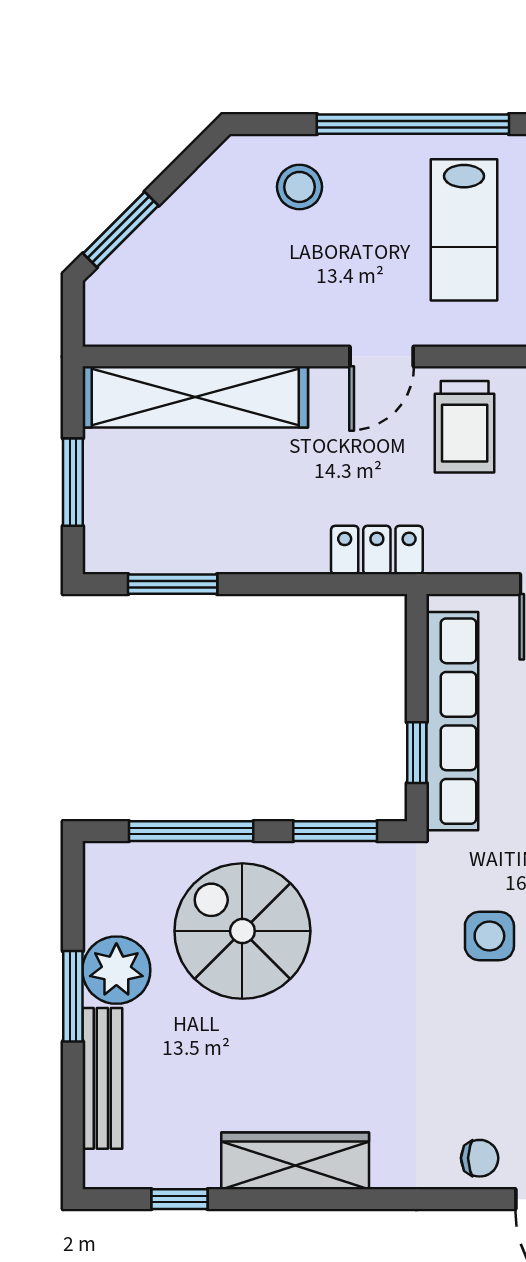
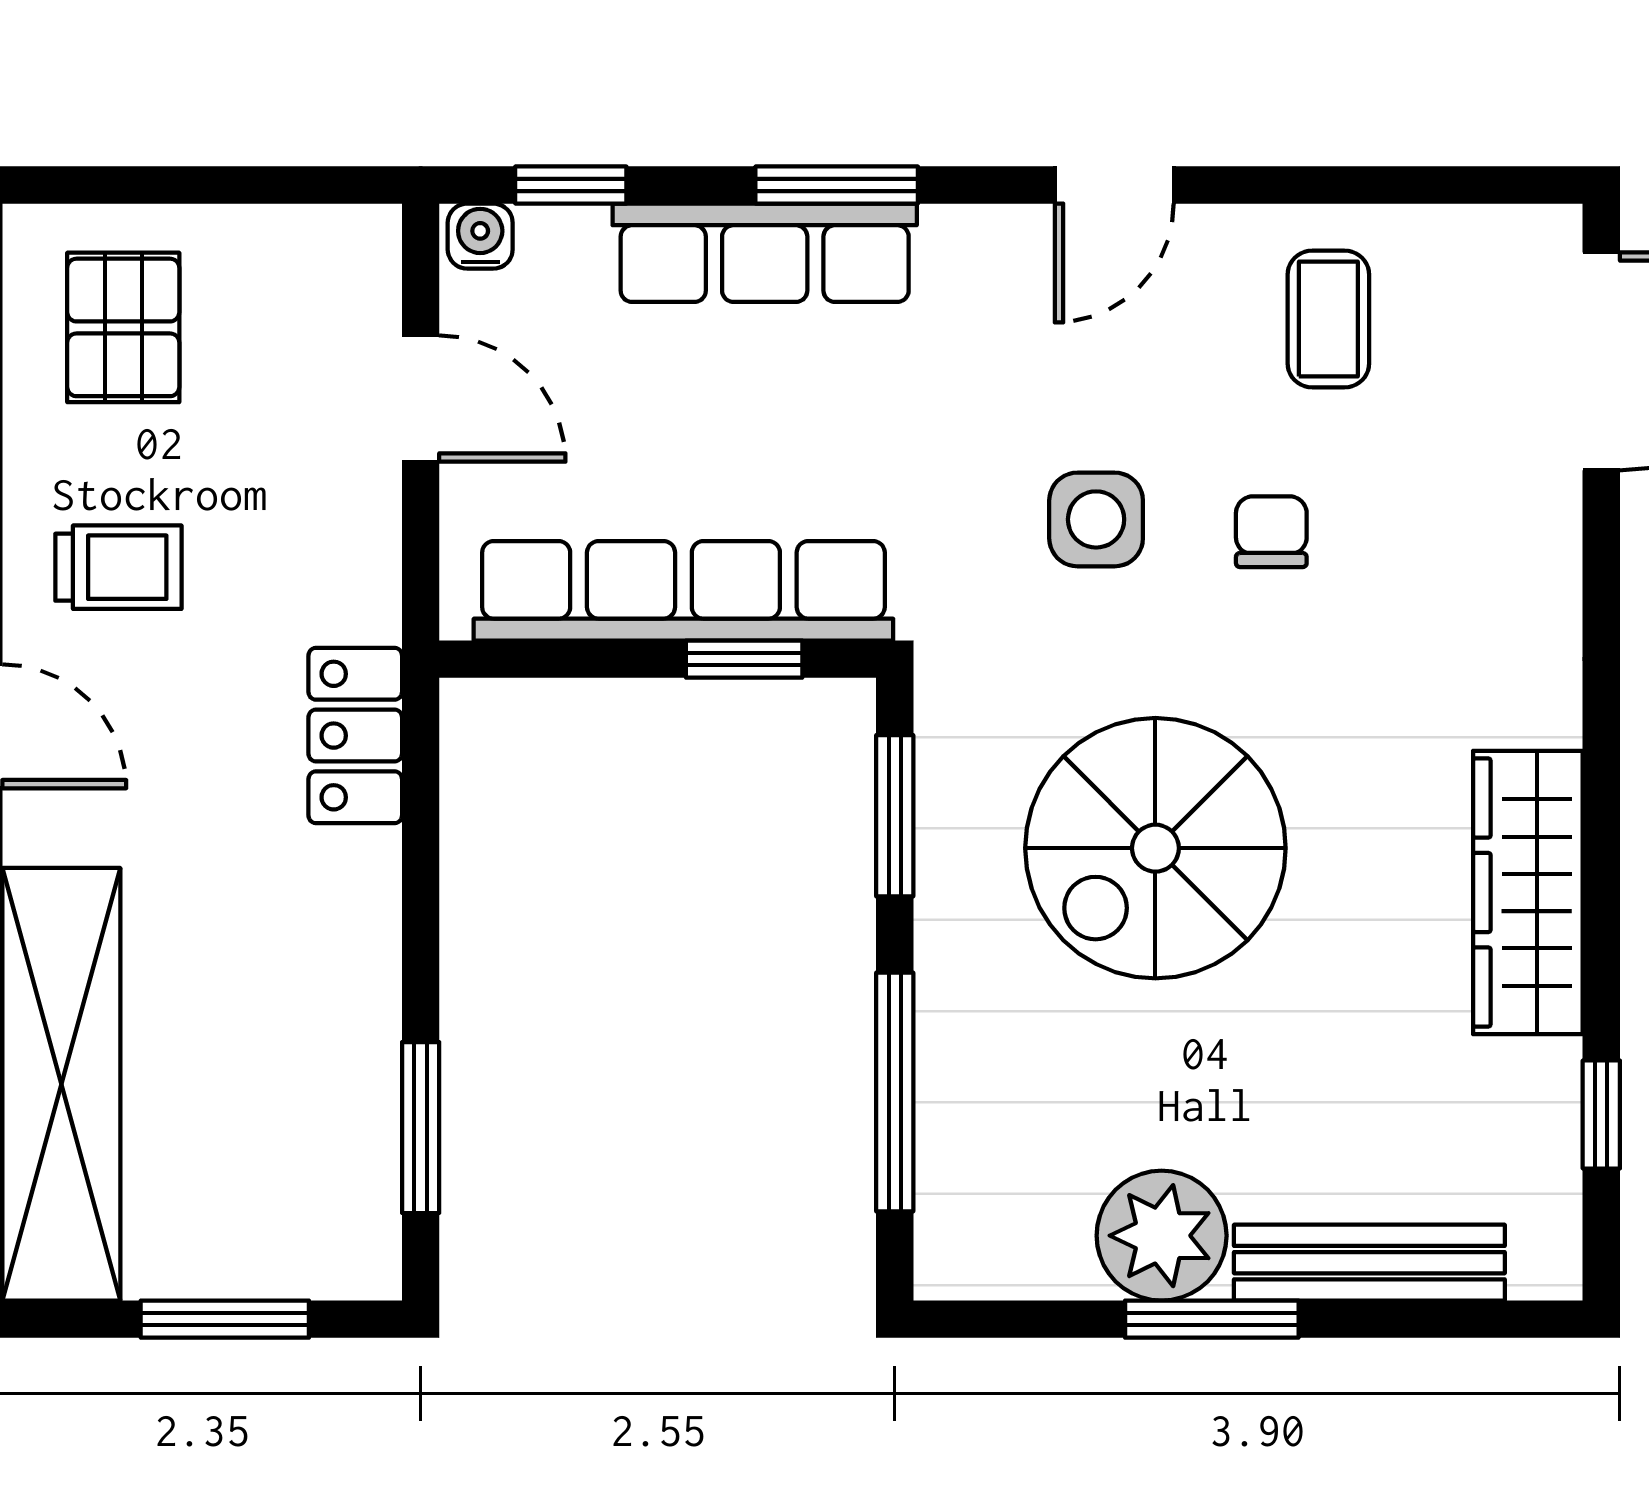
trolley: (465, 427) -> (118, 567), width x0.73, depth x0.72
spiral stairs: (242, 931) -> (1155, 848), moved
chair: (480, 1158) -> (1271, 532), moved

